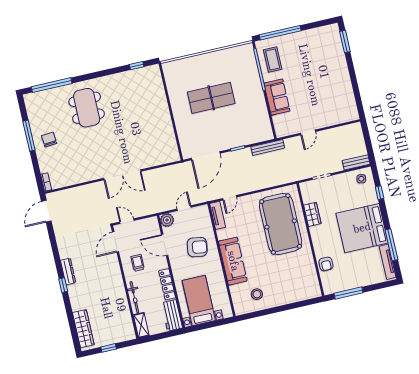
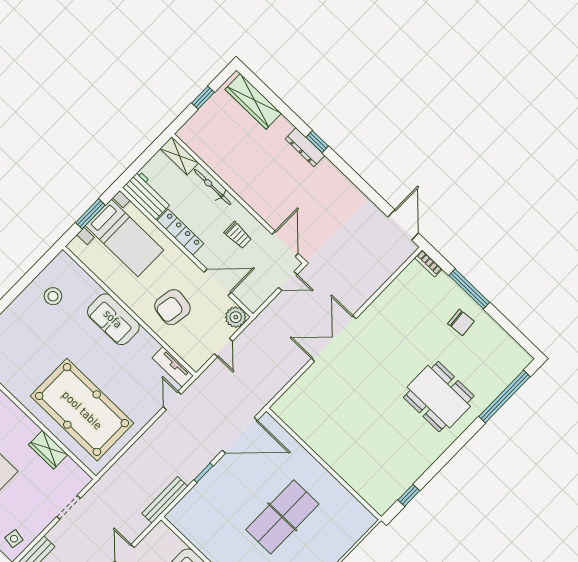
window: (29, 136) -> (469, 289), moved
door: (206, 156) -> (240, 435), swing flipped
sofa: (233, 261) -> (113, 319), width x0.73
dresser: (68, 272) -> (305, 147), moved
window: (209, 325) -> (90, 214), added

